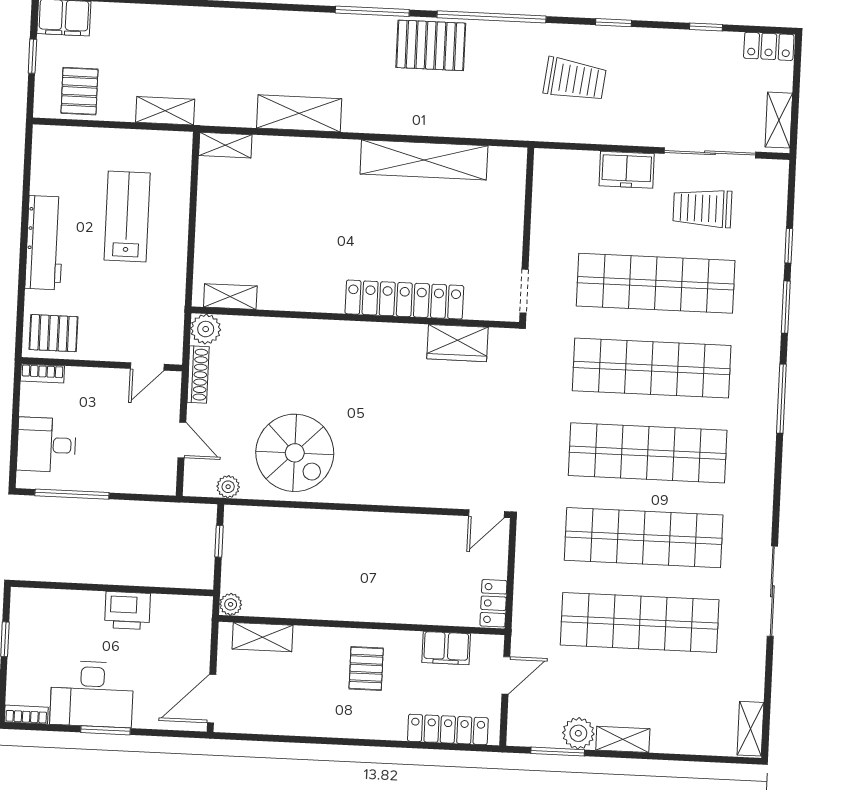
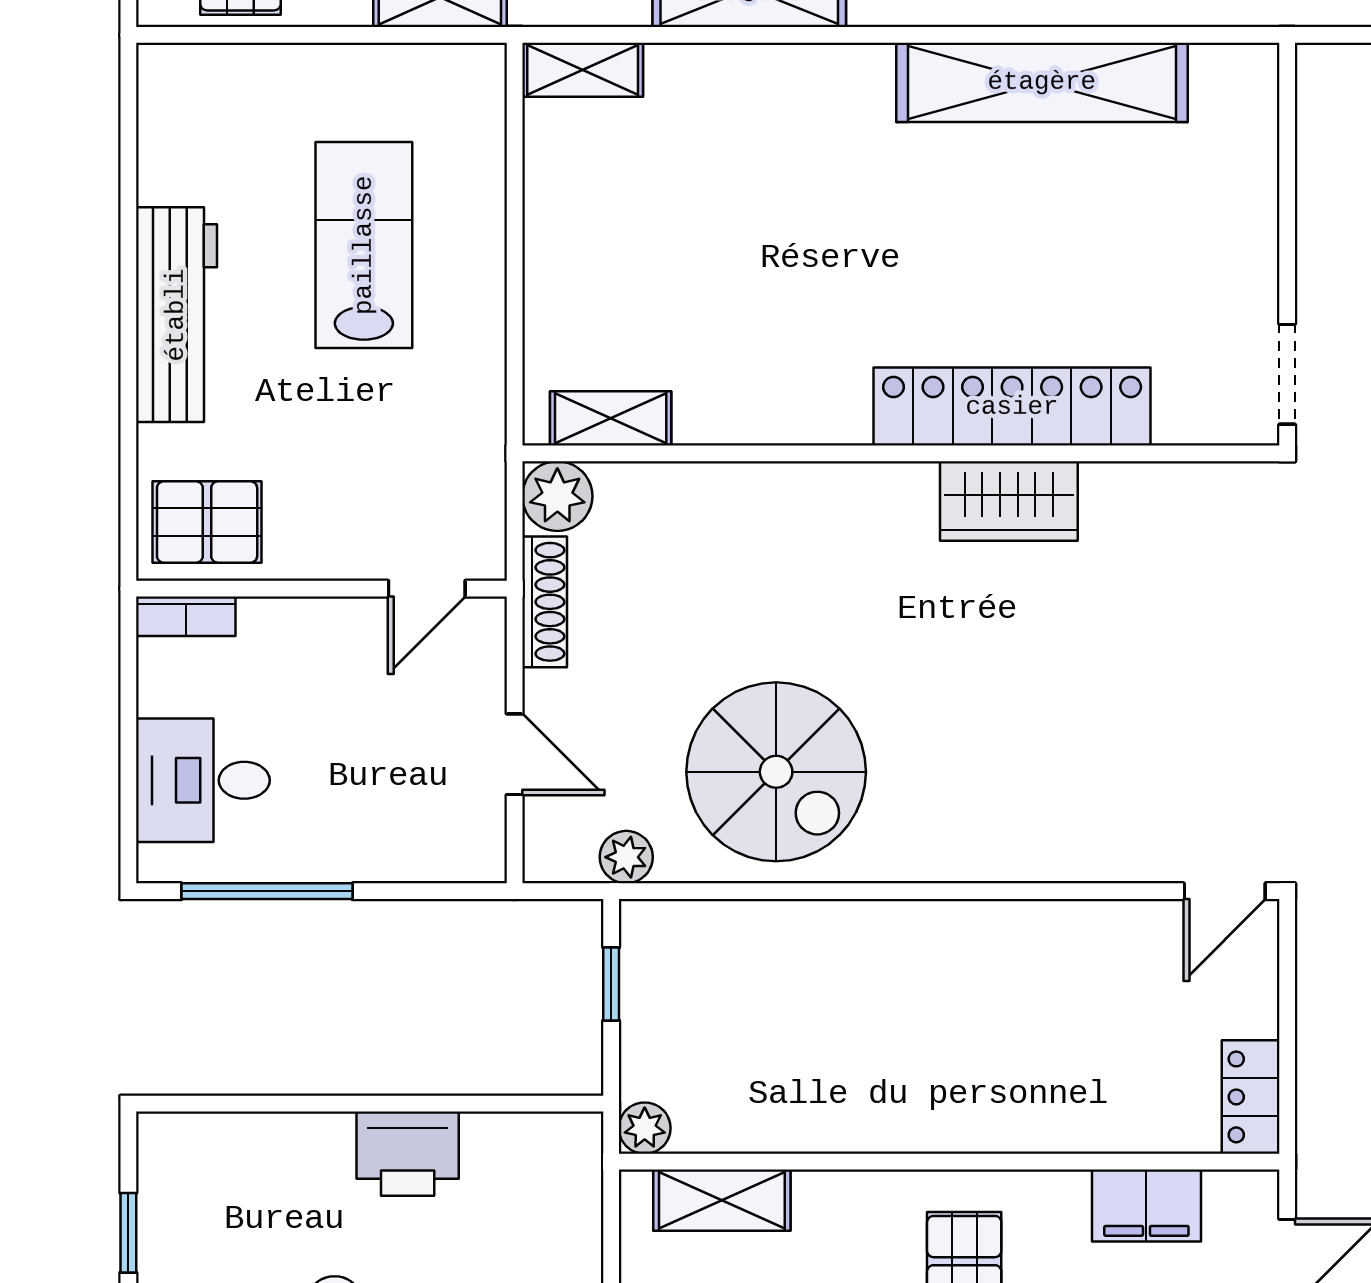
wardrobe: (457, 343) -> (1009, 501), moved

